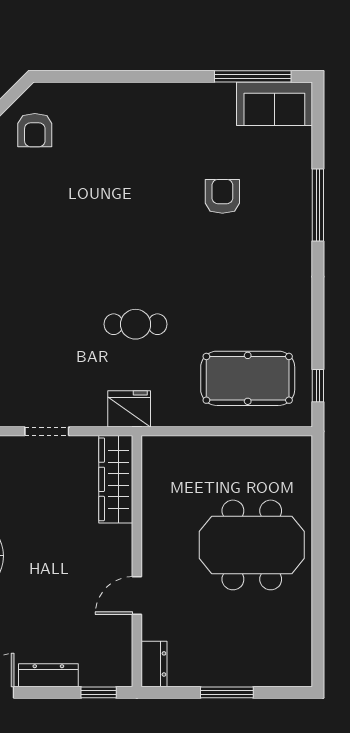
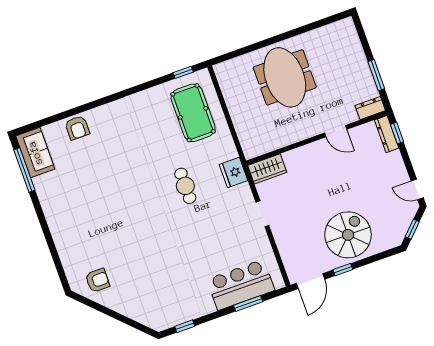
armchair: (222, 196) -> (77, 128), moved, turned -90
window: (318, 205) -> (83, 108), removed
wardrobe: (116, 479) -> (267, 169), width x0.67
dresser: (48, 675) -> (387, 134), moved
window: (227, 692) -> (376, 75), moved

